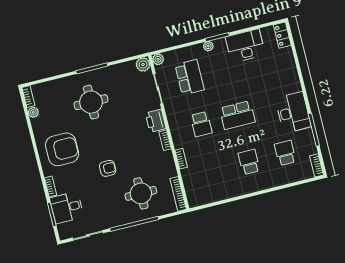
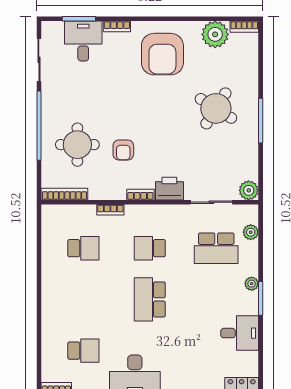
desk: (245, 46) -> (240, 333), width x0.73
plant: (158, 59) -> (251, 232), moved
round table: (91, 102) -> (216, 108), turned 32
plant: (33, 112) -> (215, 34), width x1.88, depth x1.88
school desk: (249, 162) -> (83, 248), moved
armchair: (108, 168) -> (123, 150), moved

